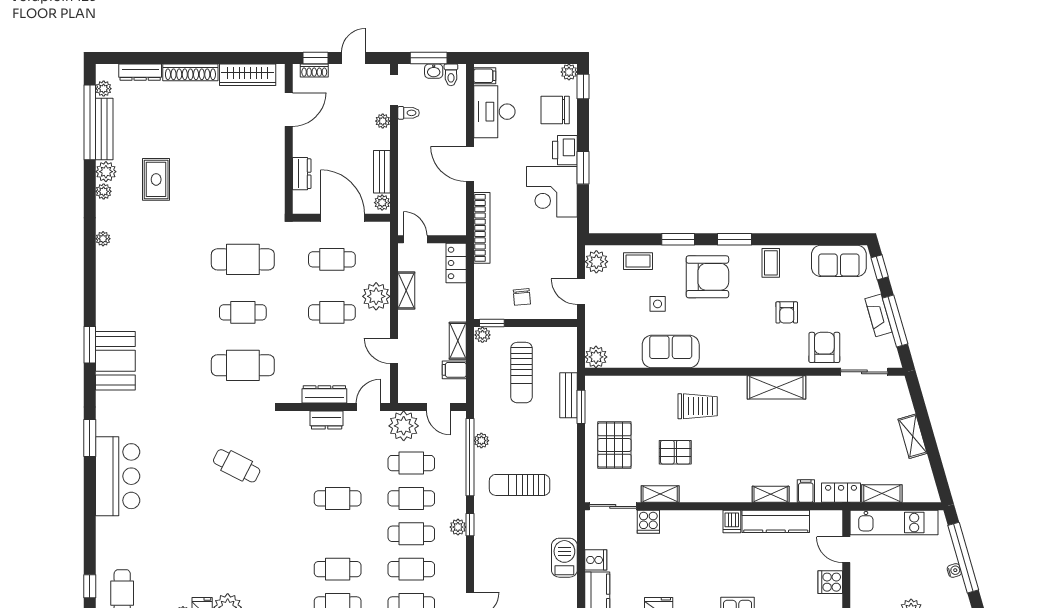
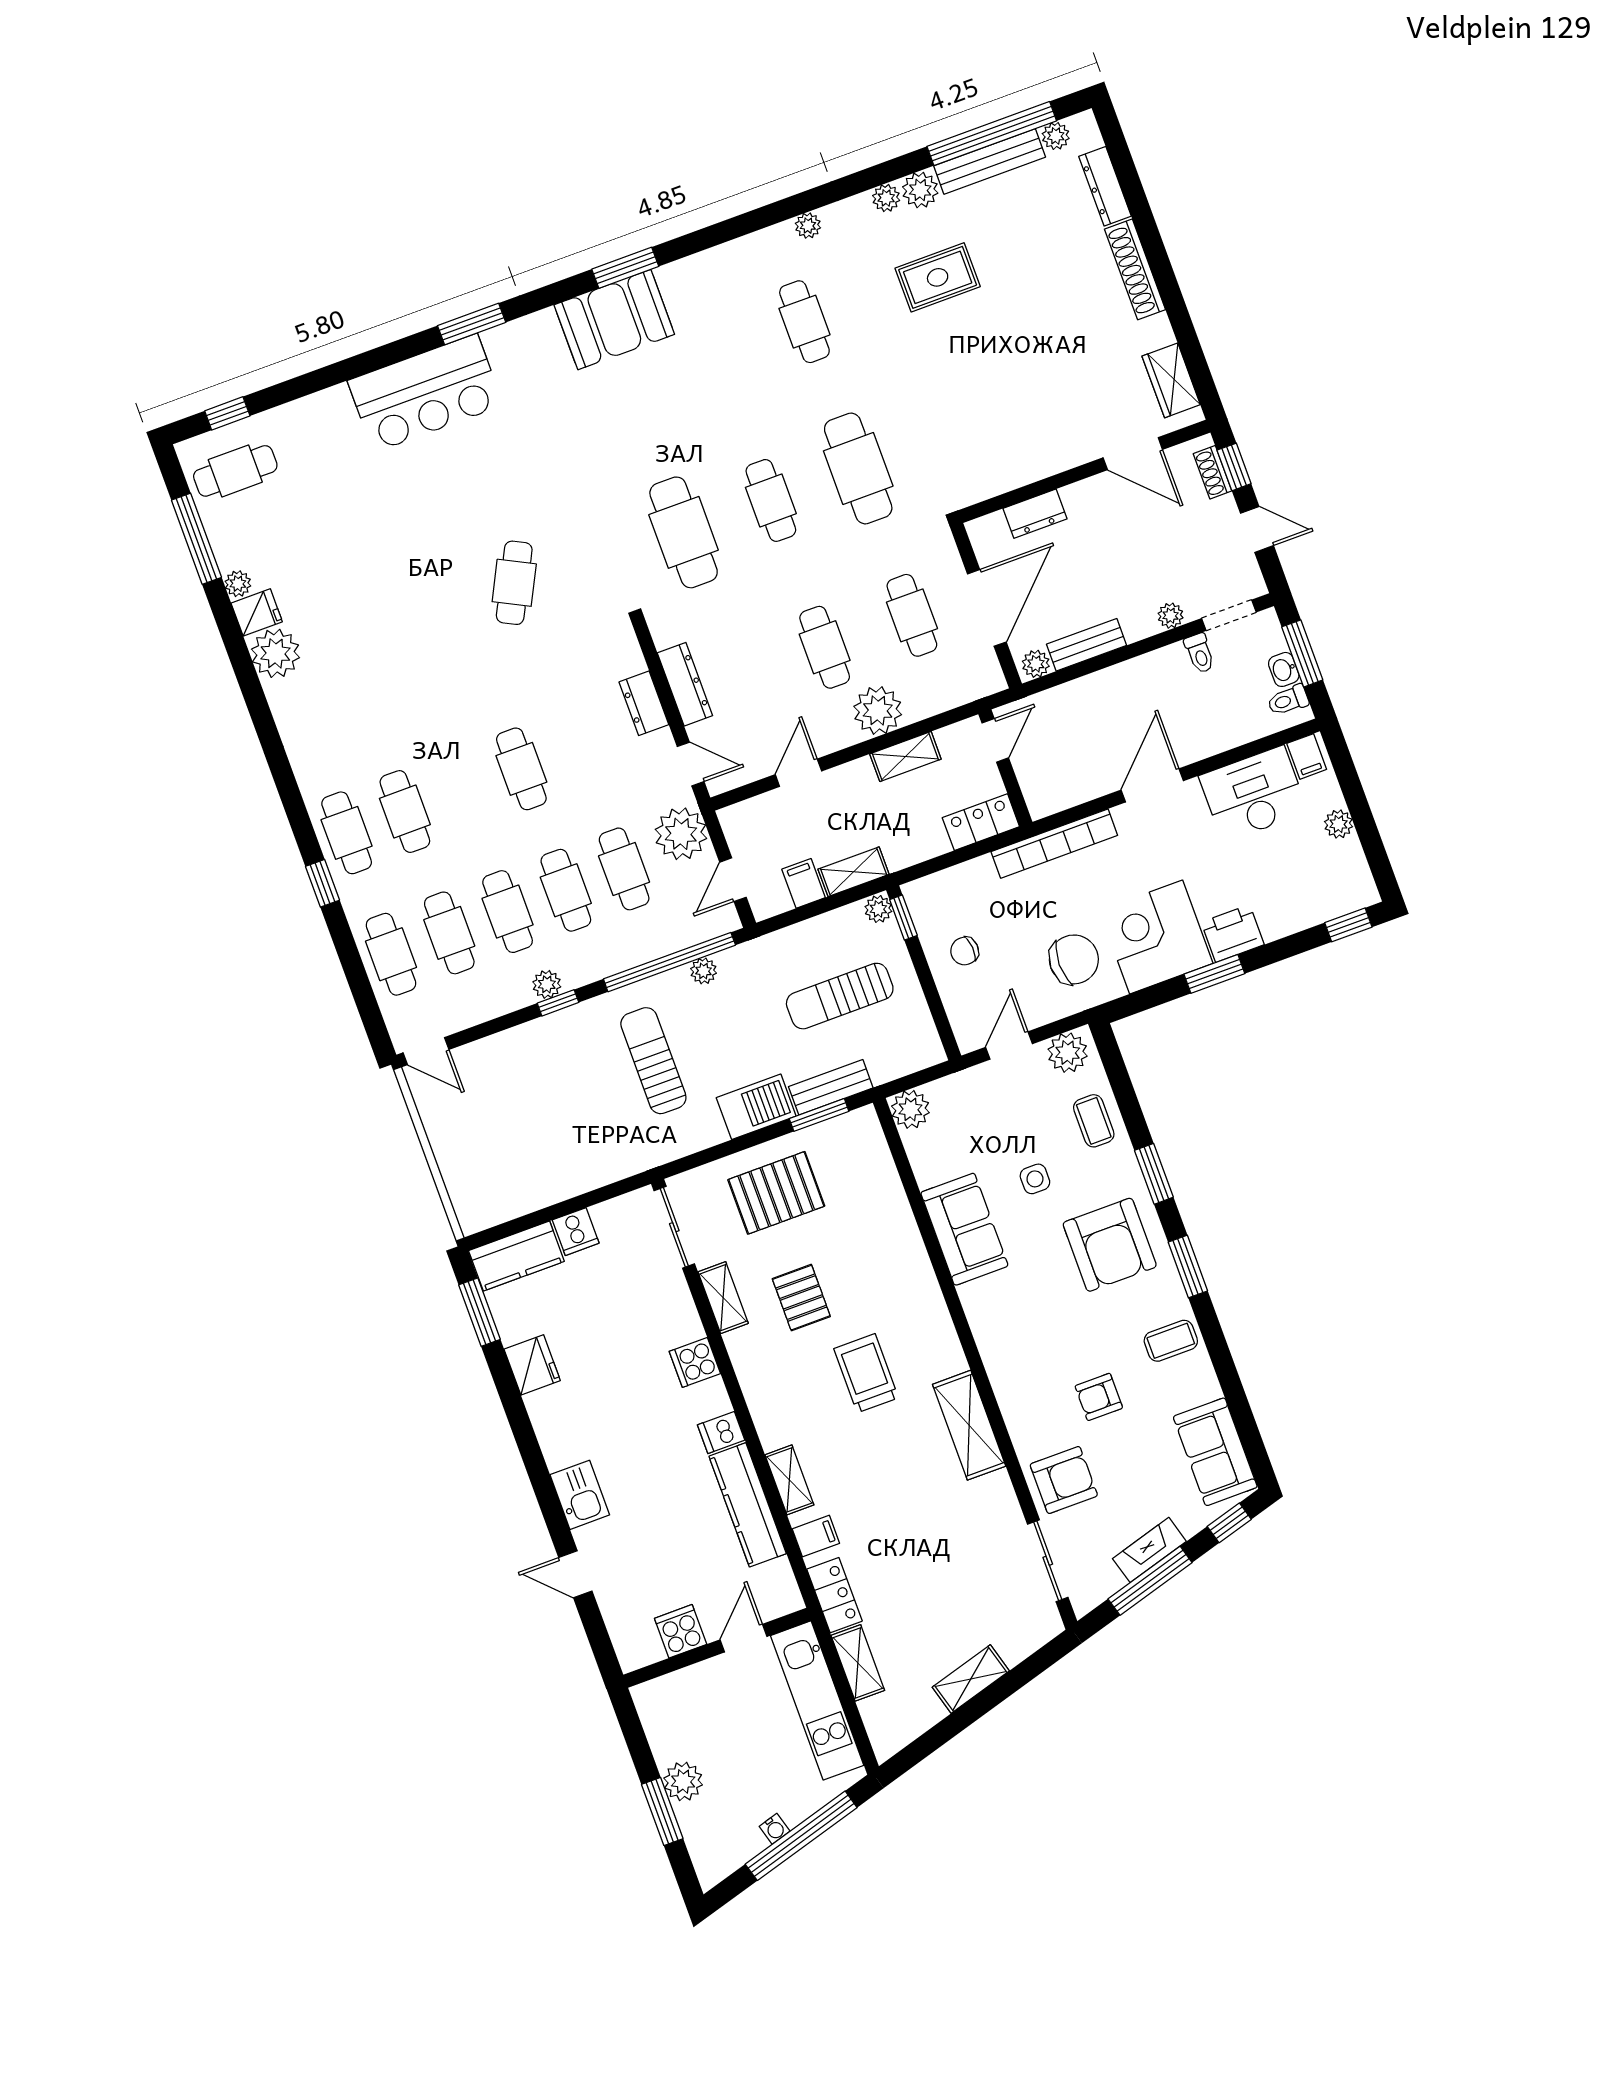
plant: (569, 72) -> (1339, 824), moved
wardrobe: (248, 75) -> (1171, 380), width x0.67
chair: (555, 110) -> (1074, 959), moved, turned 90
cafe table: (154, 259) -> (804, 322), added
trolley: (698, 406) -> (866, 1373), moved, turned 180
cooker: (648, 522) -> (695, 1362), moved
barbecue: (564, 558) -> (756, 1107), moved

